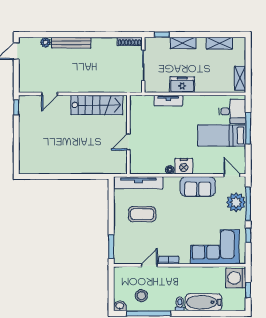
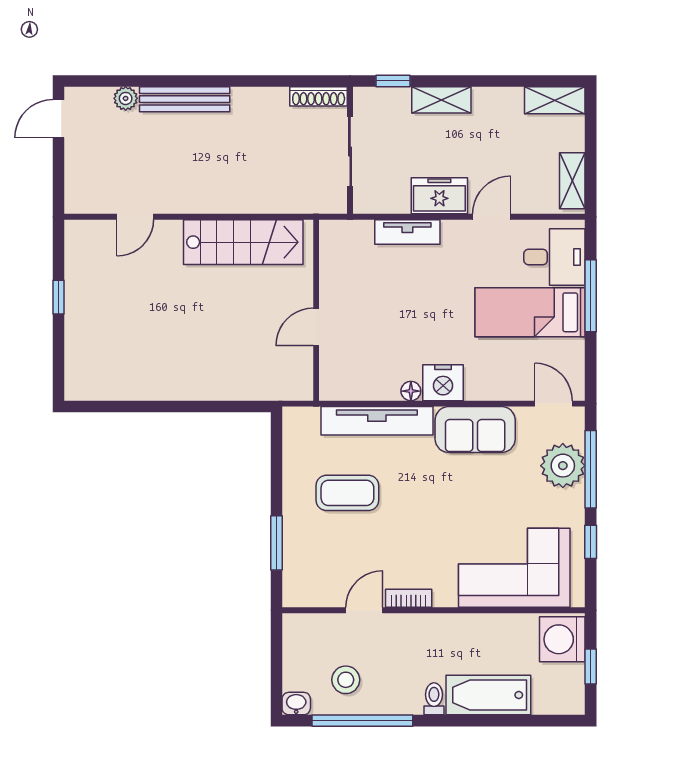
shelving: (219, 43) -> (555, 100), moved
door: (205, 94) -> (492, 217), added
window: (16, 107) -> (59, 297), moved
tv unit: (138, 183) -> (377, 421), moved
window: (111, 247) -> (276, 543), moved

